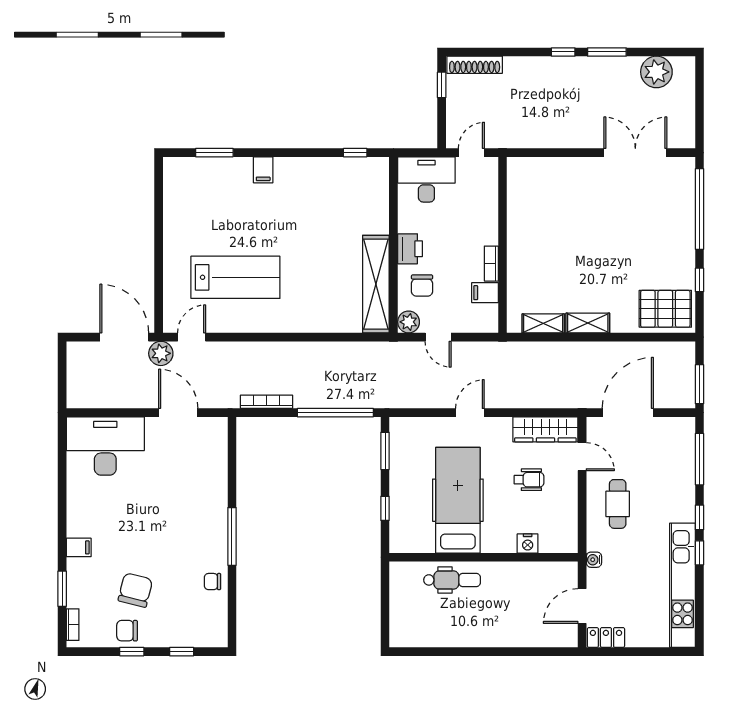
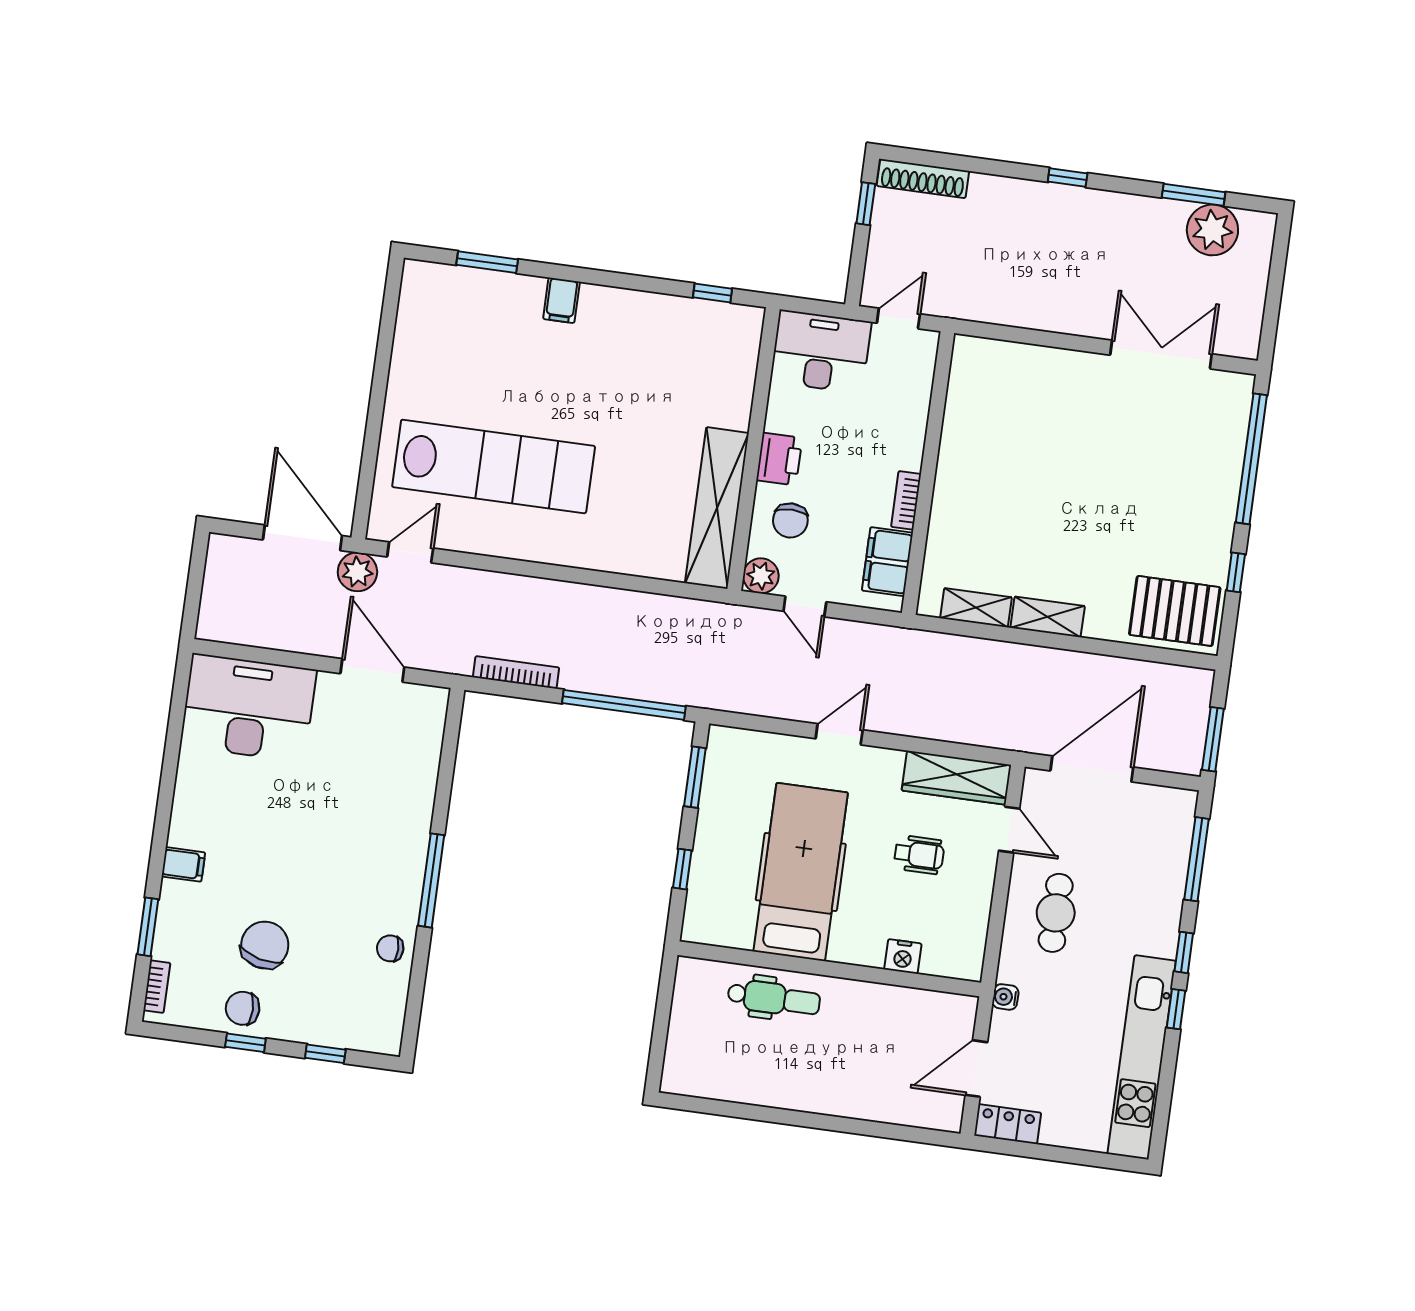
window: (607, 52) -> (1194, 195), moved
lab bench: (235, 277) -> (494, 466), width x1.36
filing cabinet: (485, 293) -> (887, 562), width x2.00

